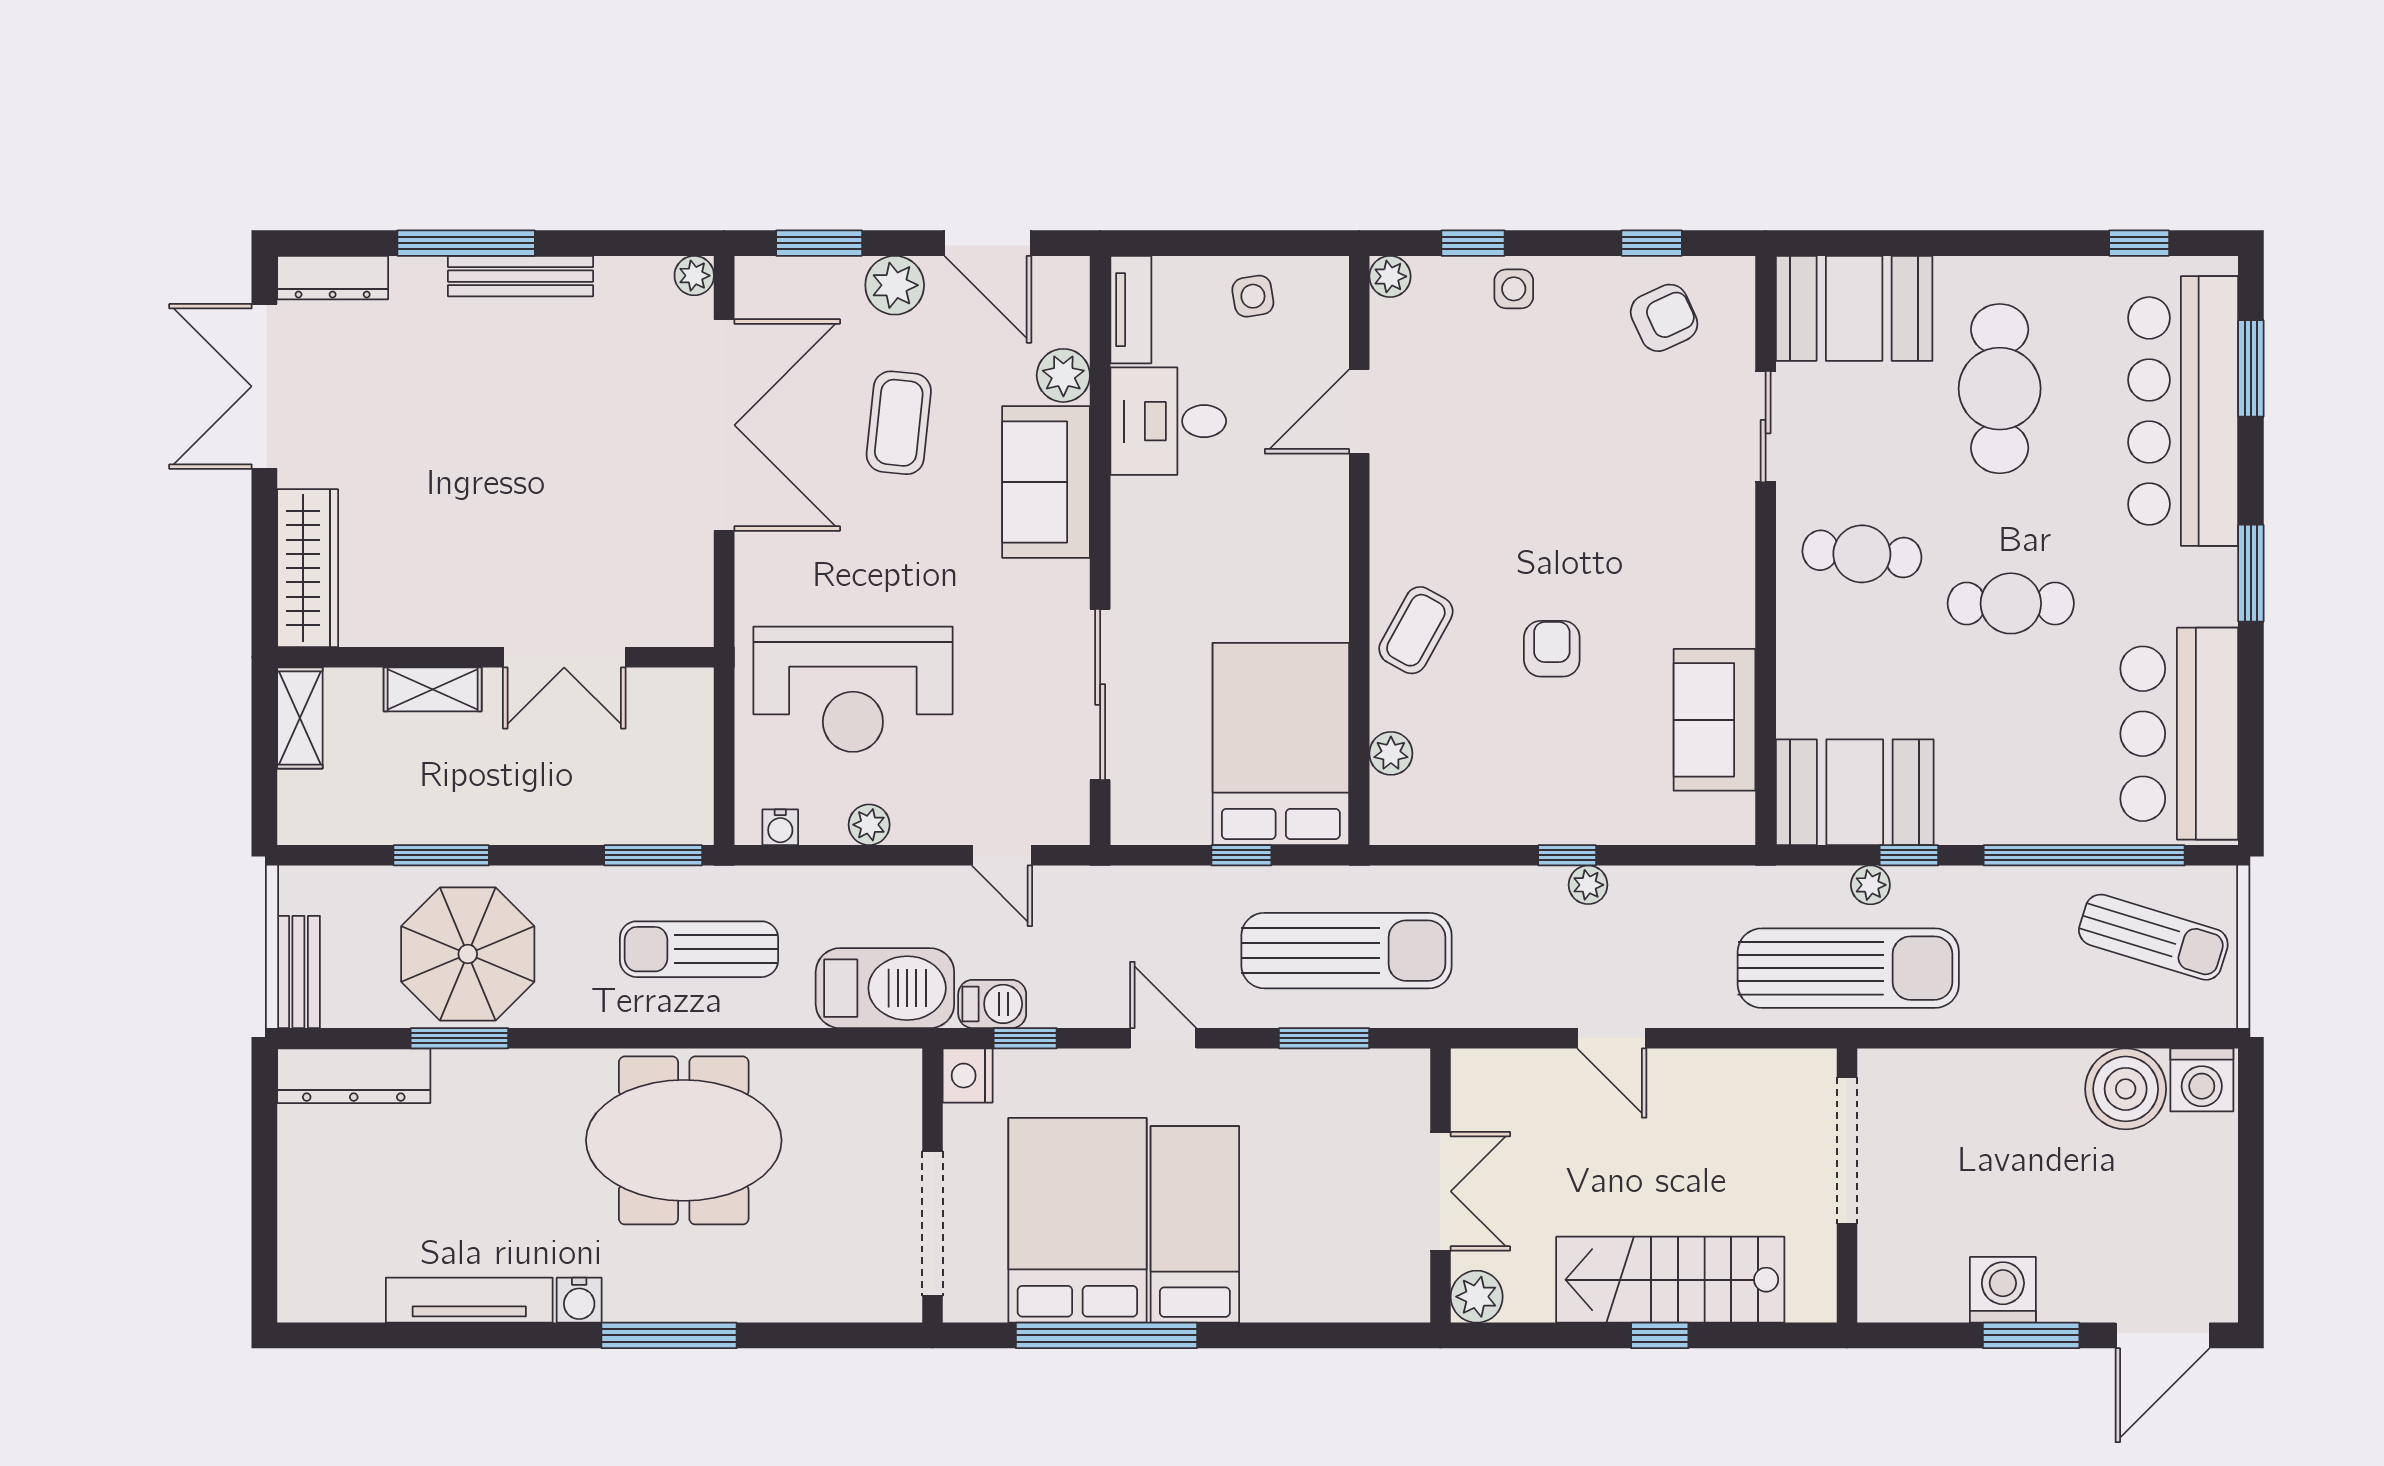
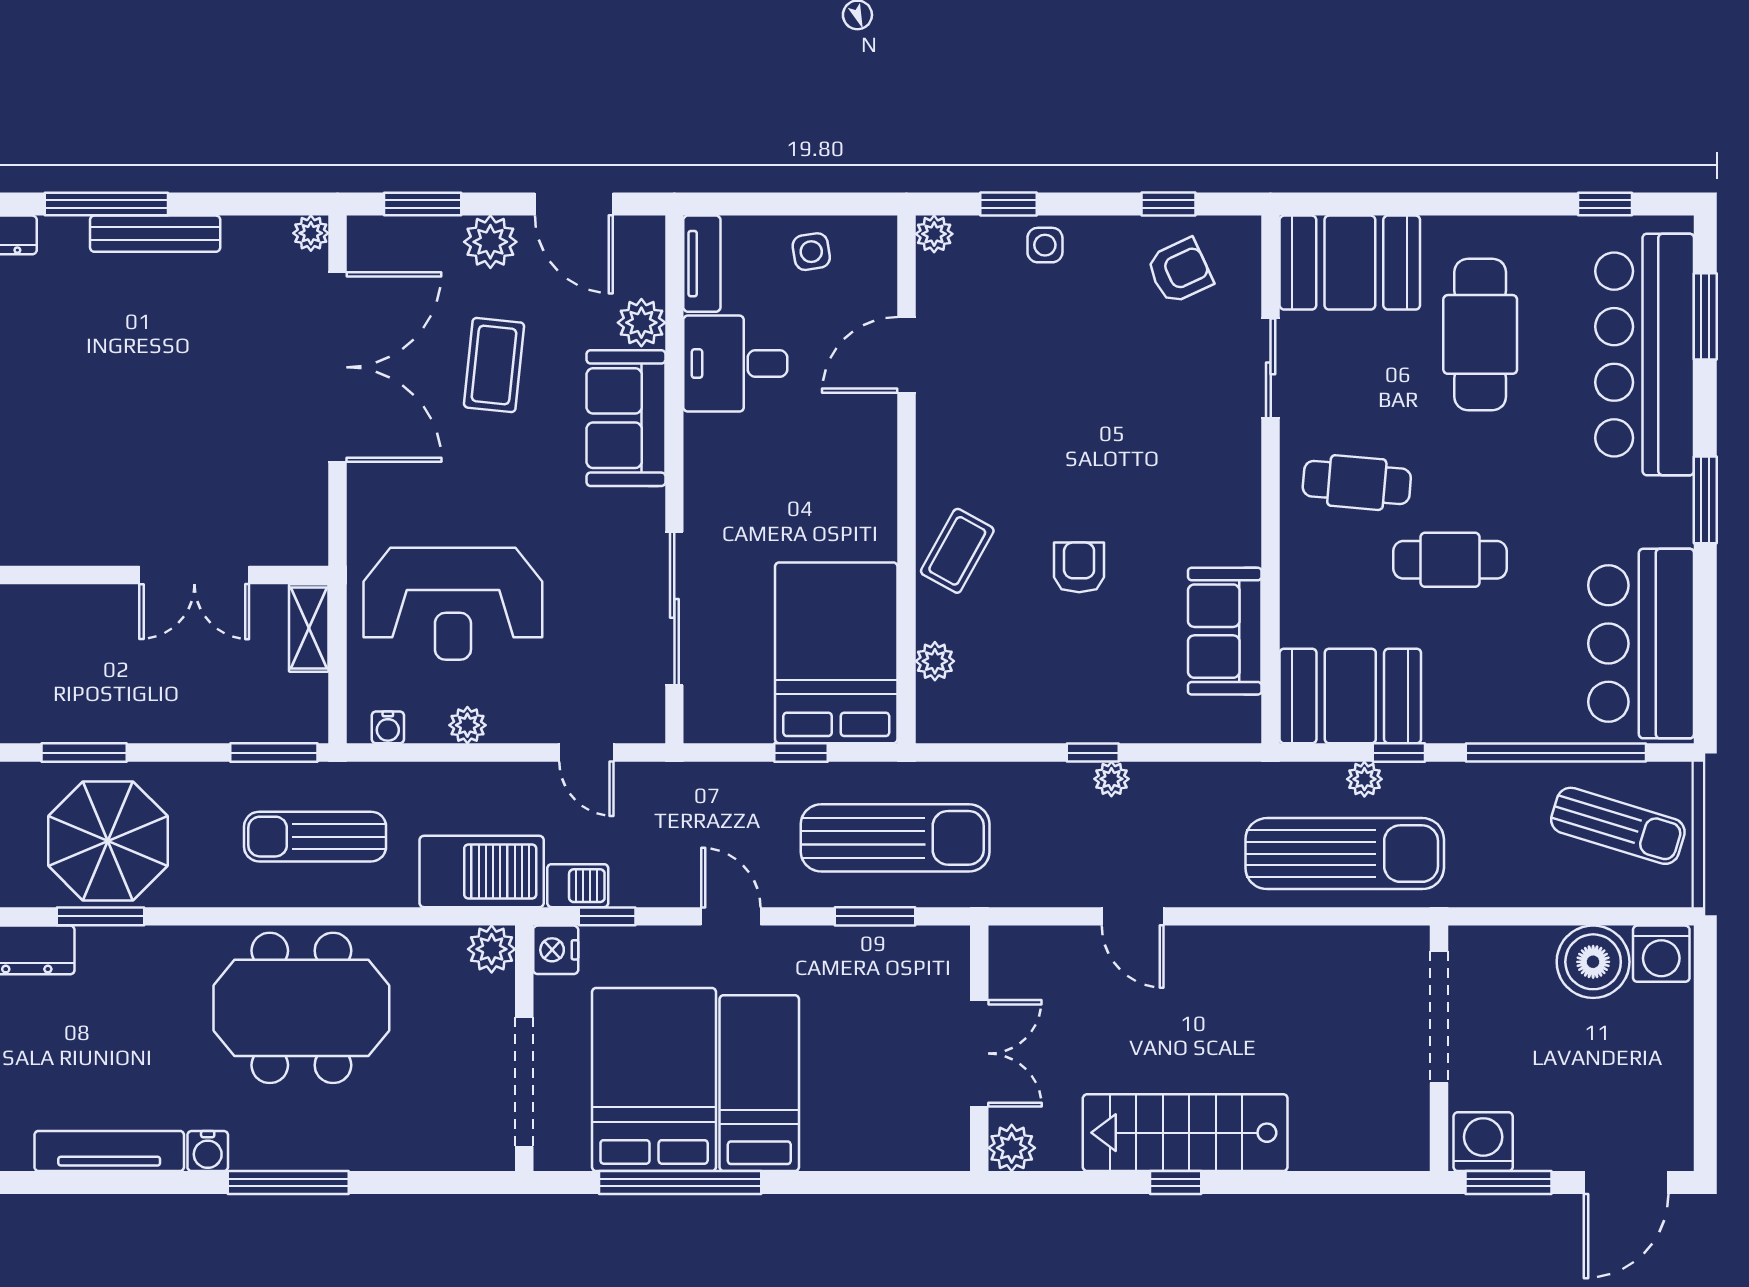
cafe table: (2011, 603) -> (1450, 560), moved
shelving: (433, 689) -> (309, 628), moved, turned 90
plant: (896, 1075) -> (492, 949), added
doorway: (1847, 1151) -> (1439, 1017), moved
wall: (1847, 1186) -> (1439, 1048), moved

